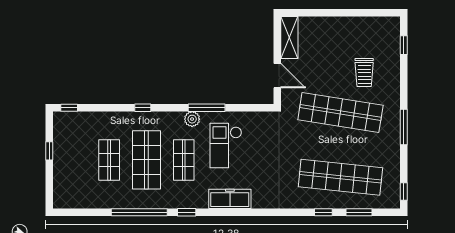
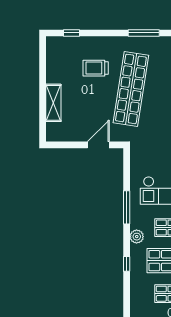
shelving: (289, 38) -> (53, 103), moved, turned 90
trolley: (364, 73) -> (96, 68), turned 180
plant: (192, 119) -> (137, 237), moved

